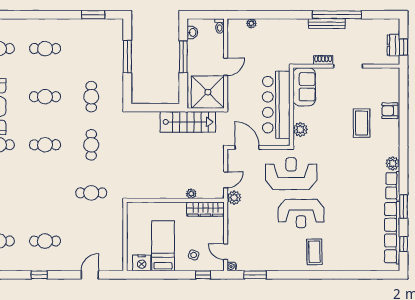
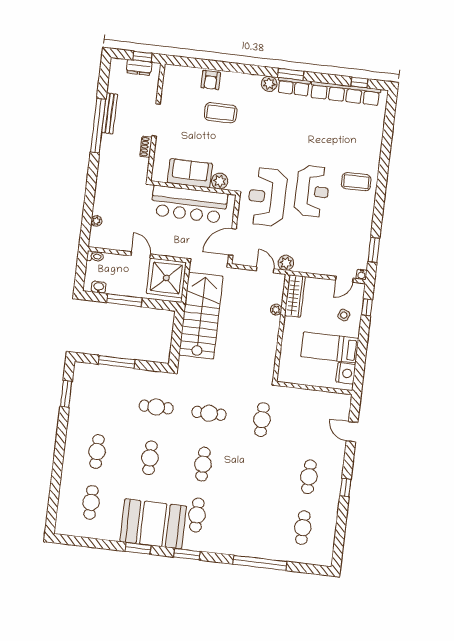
bench: (327, 24) -> (110, 113), moved
sofa: (304, 87) -> (190, 173), moved
stairs: (188, 122) -> (201, 316), width x1.36, depth x1.51
window: (404, 206) -> (291, 74), moved

